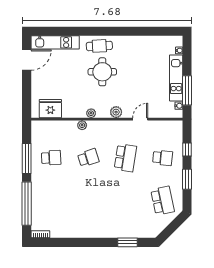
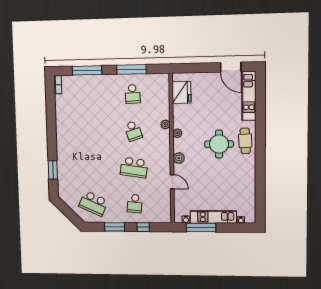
school desk: (163, 201) -> (93, 203), turned 36
window: (27, 204) -> (87, 70), width x0.68

